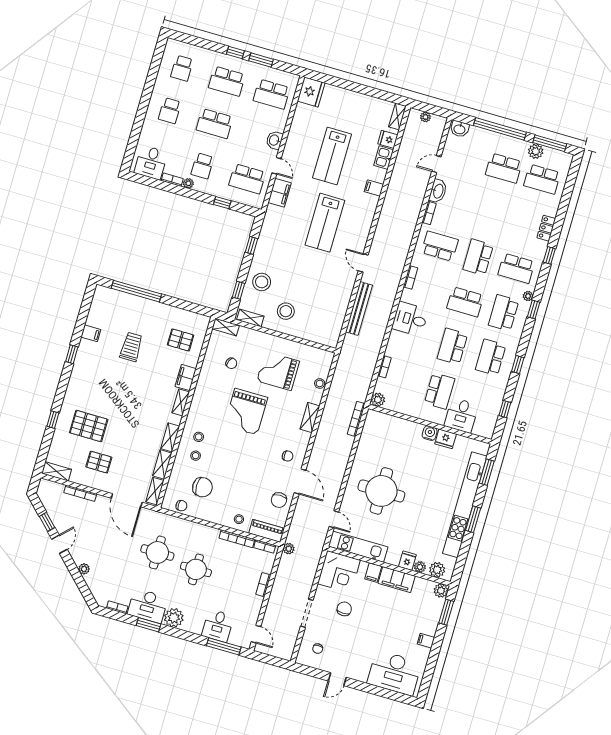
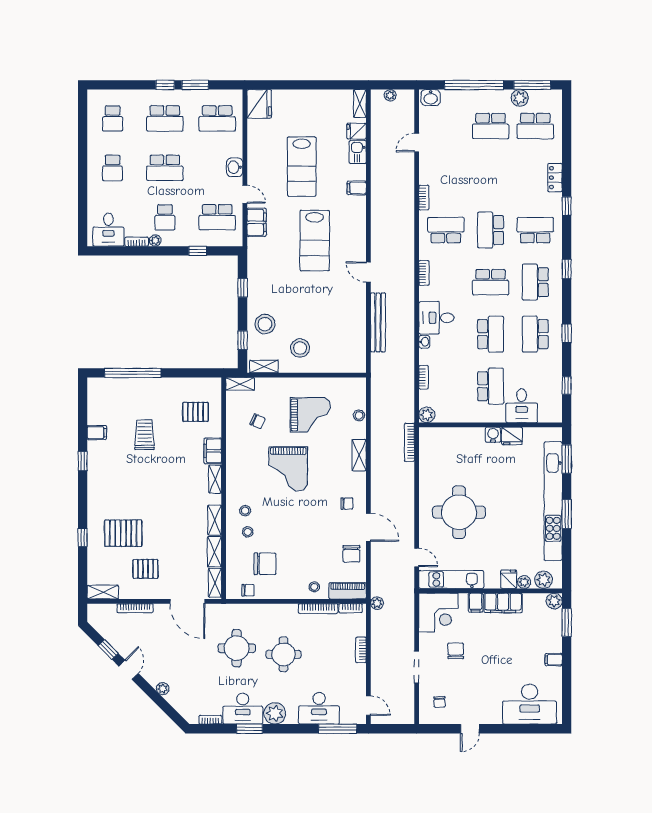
washbasin: (438, 191) -> (424, 342), moved, width x0.52, depth x0.69
school desk: (516, 268) -> (535, 230), turned 180
plant: (528, 296) -> (556, 256), removed
school desk: (452, 346) -> (491, 334), turned 180
grand piano: (278, 371) -> (310, 415), turned 180
desk: (218, 626) -> (319, 708), width x1.37

